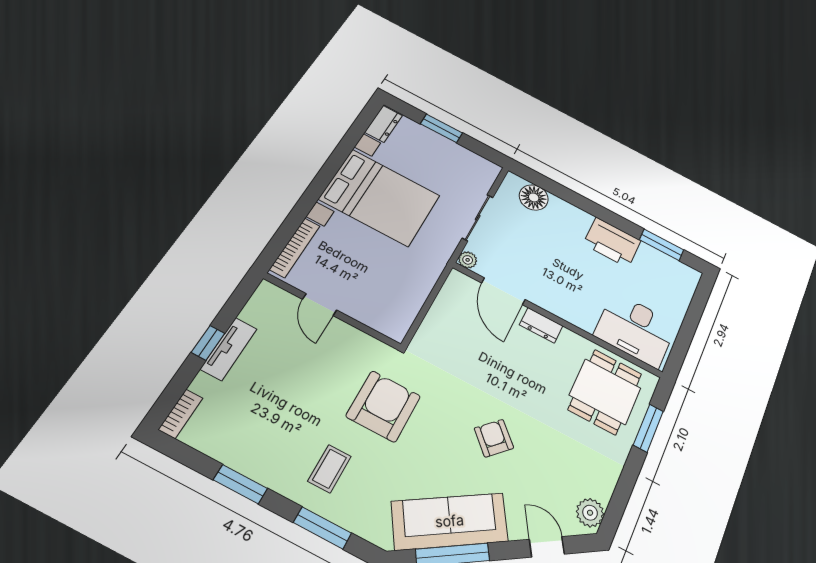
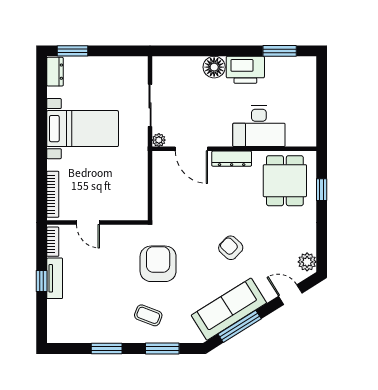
window: (441, 128) -> (73, 51), moved
bed with nightstands: (380, 197) -> (83, 129), width x0.73
floor lamp: (534, 197) -> (214, 67), moved
dresser: (541, 325) -> (232, 159), width x1.44
desk: (635, 330) -> (259, 126), moved
bookcase: (180, 414) -> (53, 242), moved
window: (648, 428) -> (322, 190), width x0.67
coffee table: (330, 469) -> (148, 315), turned -69

